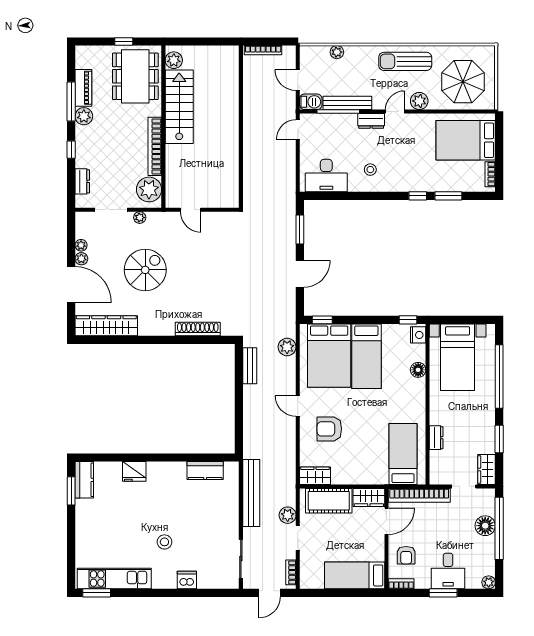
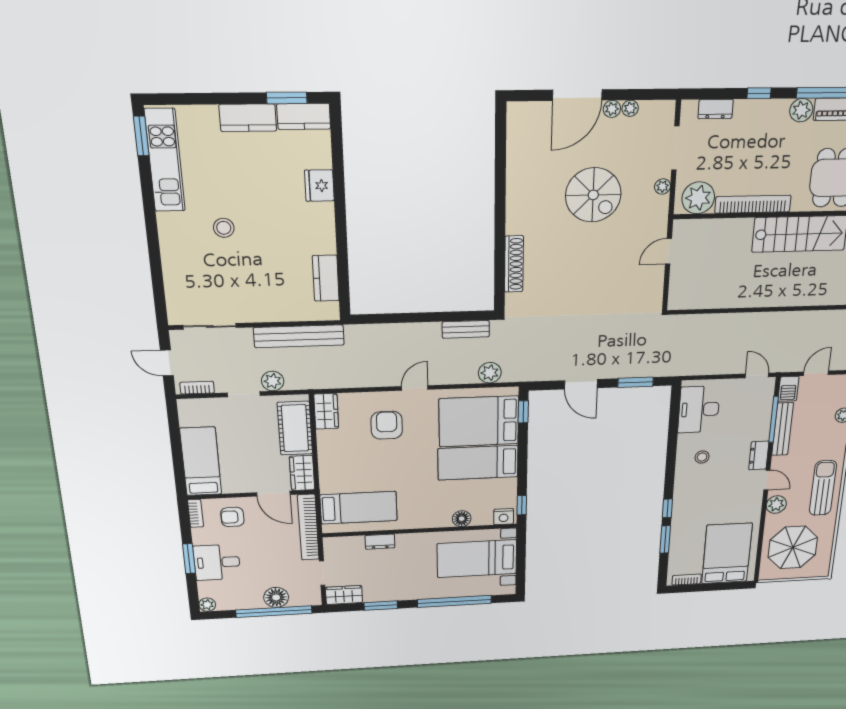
wardrobe: (106, 326) -> (520, 144), removed
kitchen counter: (85, 519) -> (248, 118), added
dishwasher: (187, 580) -> (173, 258), removed

